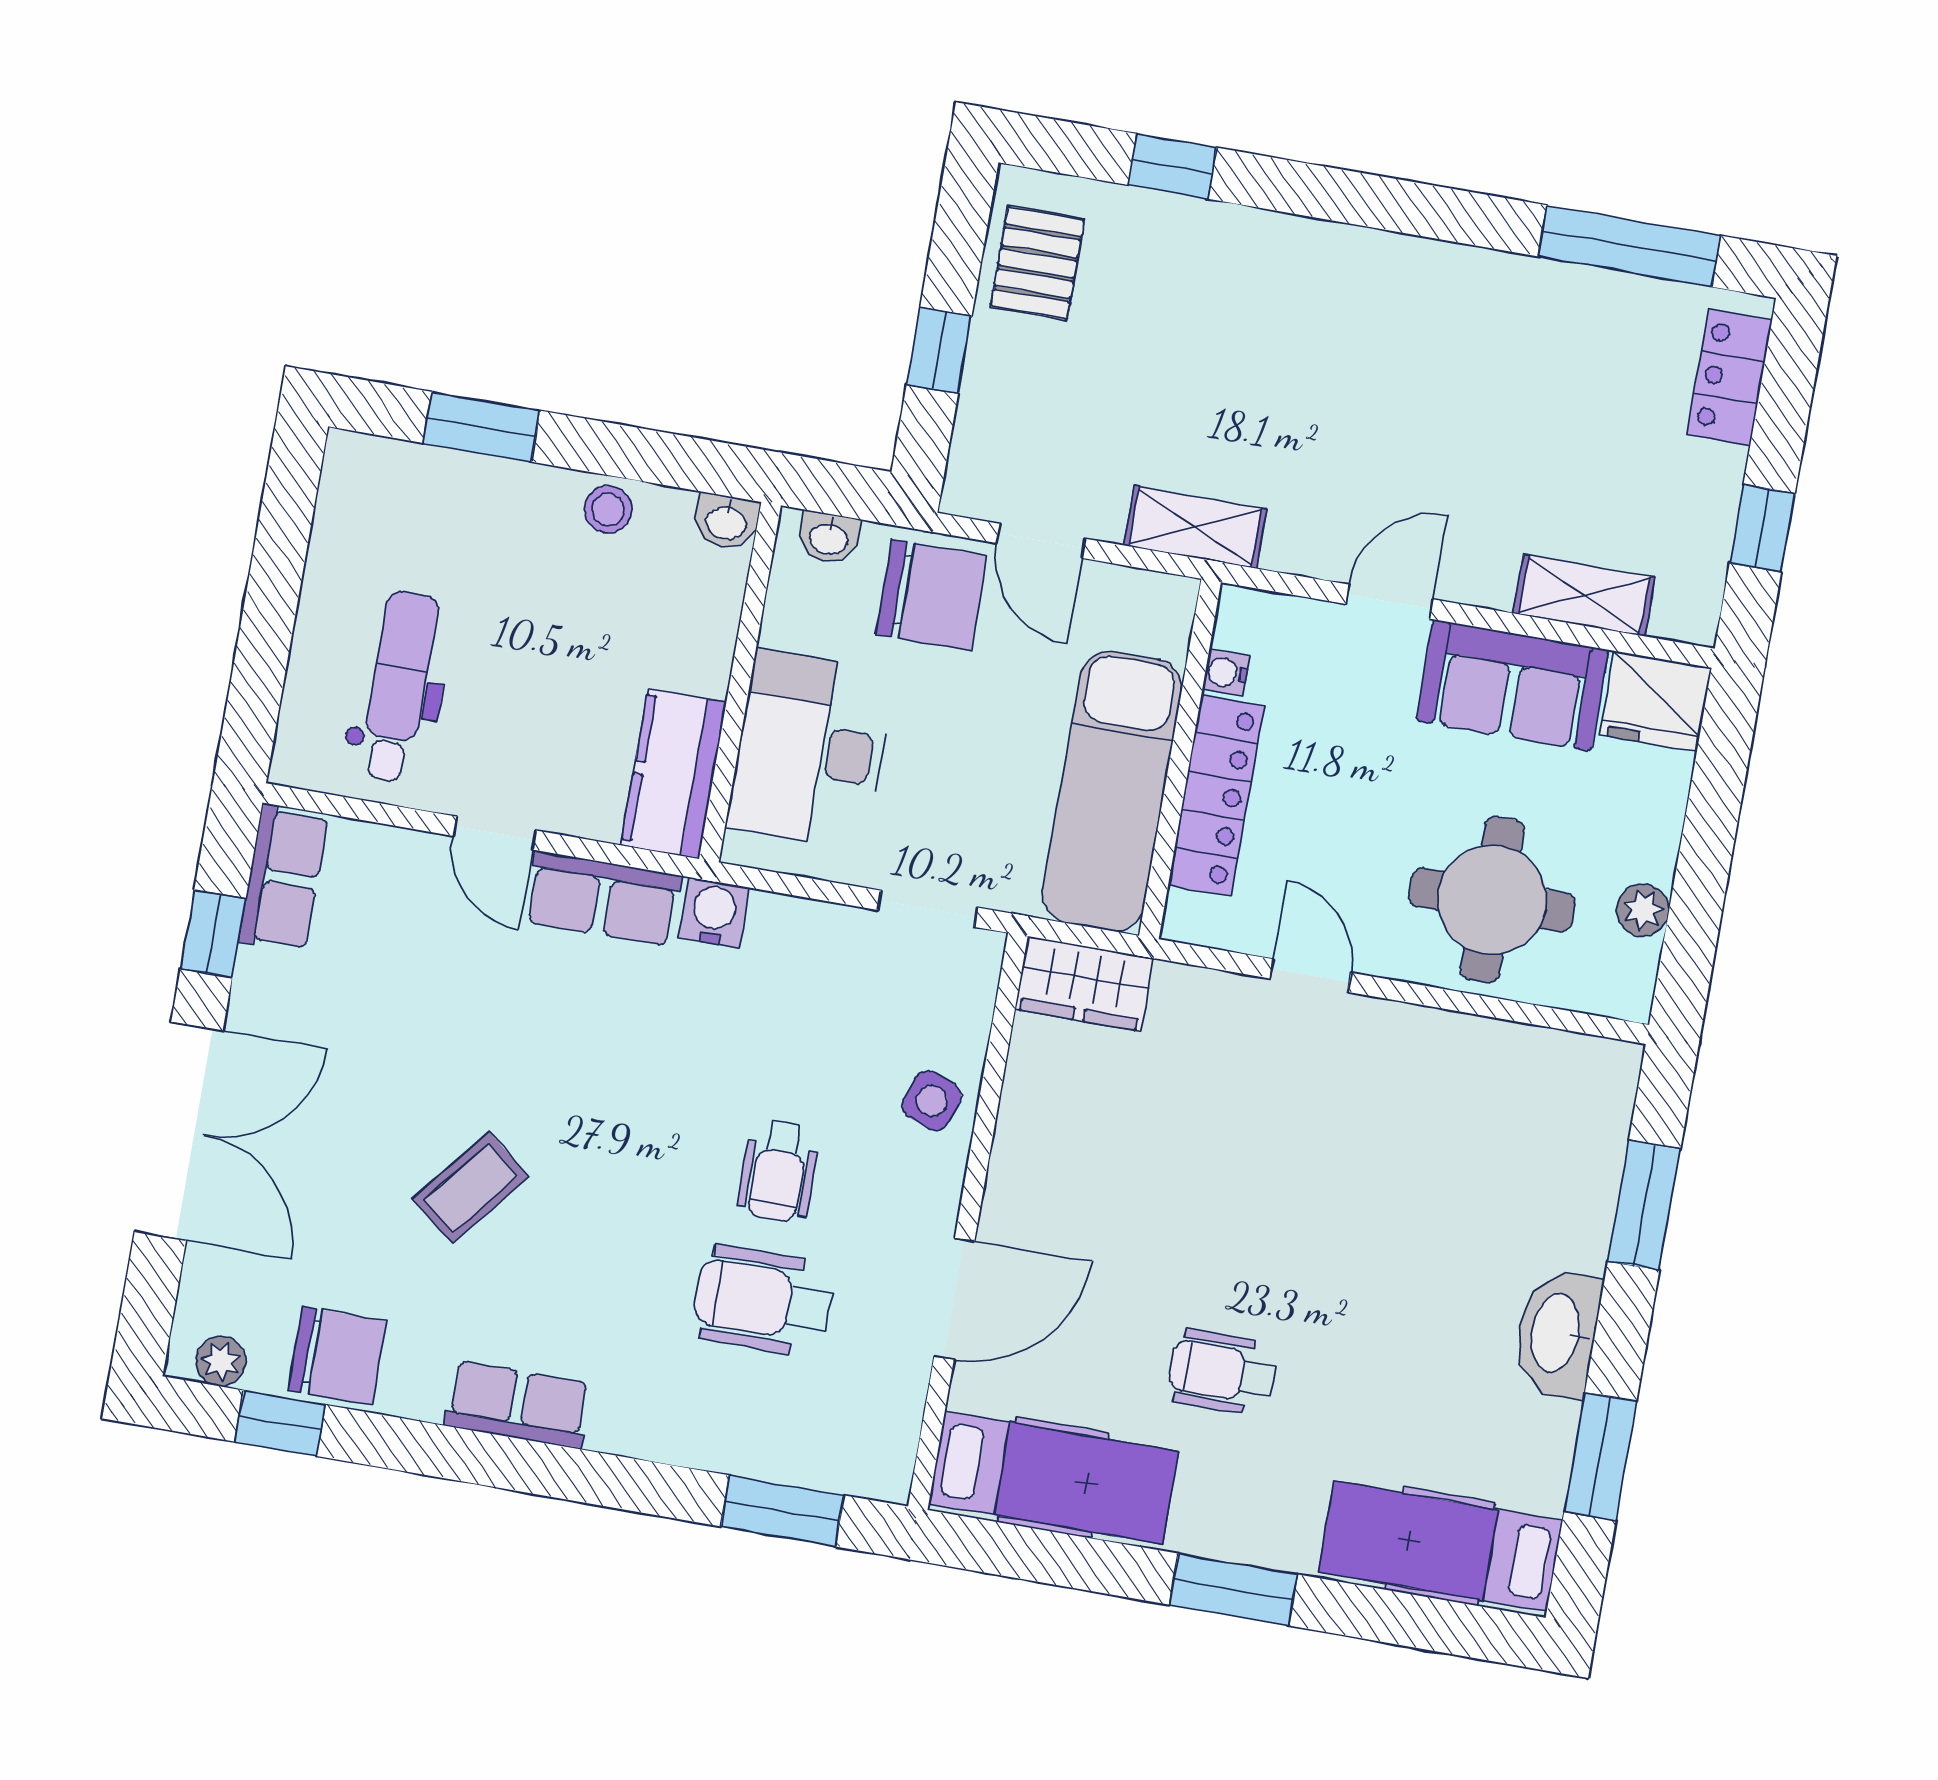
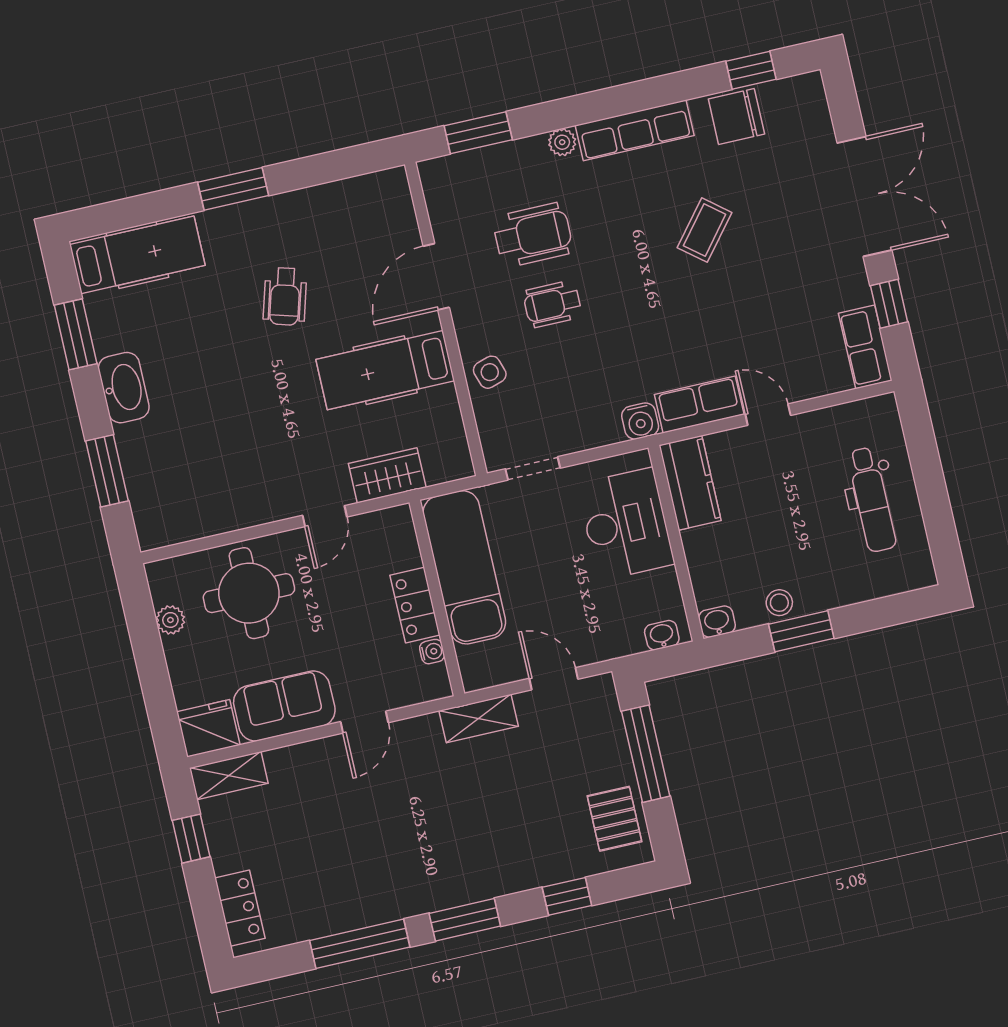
window: (1360, 199) -> (465, 920), added
window: (1629, 246) -> (360, 944), moved
window: (939, 350) -> (646, 754), width x2.17
window: (481, 427) -> (801, 631), moved
chair: (932, 595) -> (597, 628), removed
shelving: (1584, 595) -> (229, 776), moved
dental chair: (399, 686) -> (872, 500), moved
locker: (1216, 795) -> (415, 605), width x0.66
door: (1310, 976) -> (325, 516), hinge flipped
wardrobe: (1084, 984) -> (387, 475), moved
side table: (932, 1101) -> (490, 372), turned -37
double door: (179, 1131) -> (864, 197), swing flipped
wheelchair: (779, 1171) -> (552, 304), turned -90
plant: (221, 1361) -> (562, 142), moved
wheelchair: (1222, 1372) -> (285, 296), turned 106
row of seats: (518, 1404) -> (635, 130), width x1.48
hospital bed: (1054, 1478) -> (385, 370), moved

